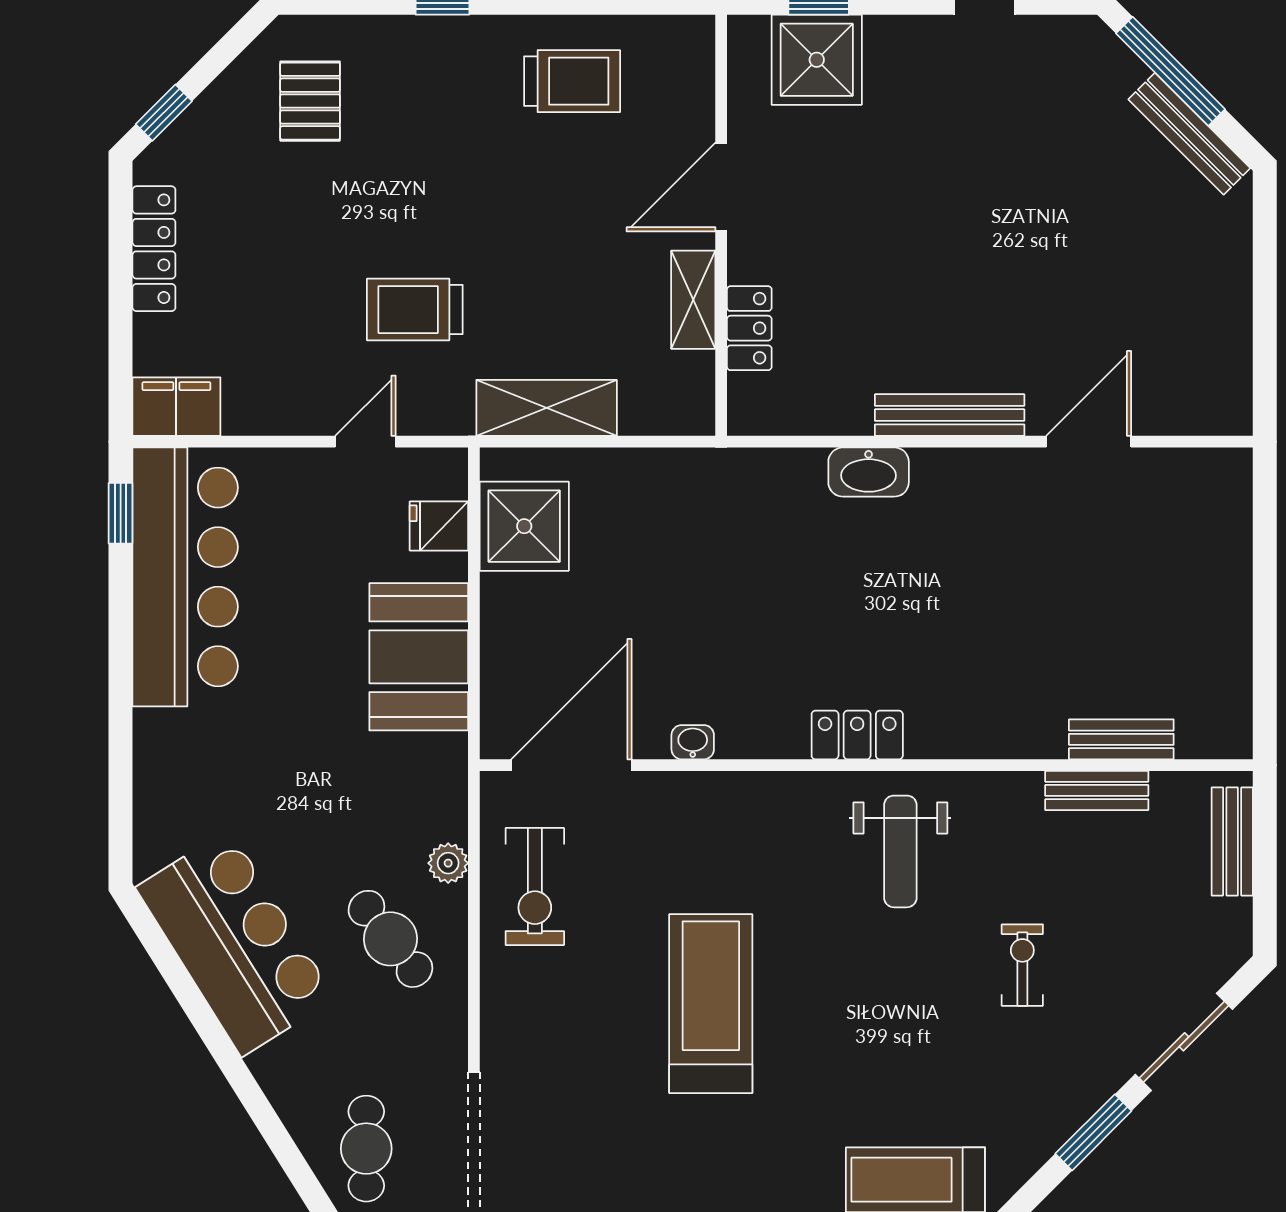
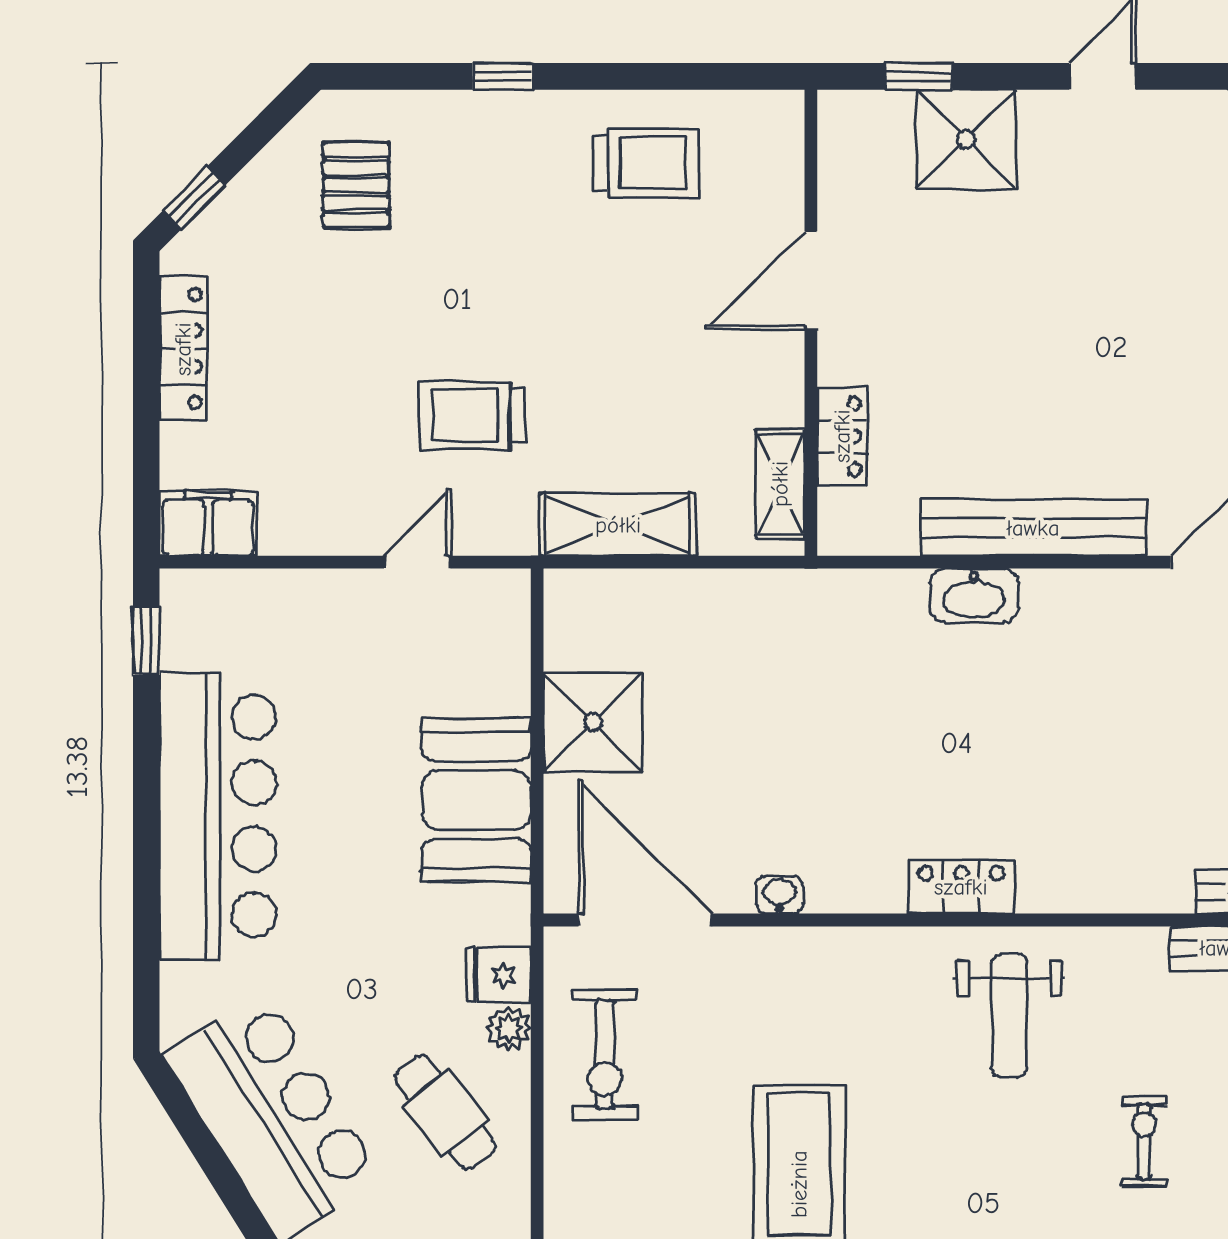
shower: (817, 60) -> (966, 139), moved
shelving: (693, 300) -> (780, 484), moved
bench: (950, 415) -> (1033, 528), width x1.37, depth x1.21
fridge: (439, 526) -> (498, 975), moved
shower: (524, 526) -> (593, 722), moved
bar counter: (185, 577) -> (218, 816), moved
door: (571, 765) -> (645, 920), hinge flipped

